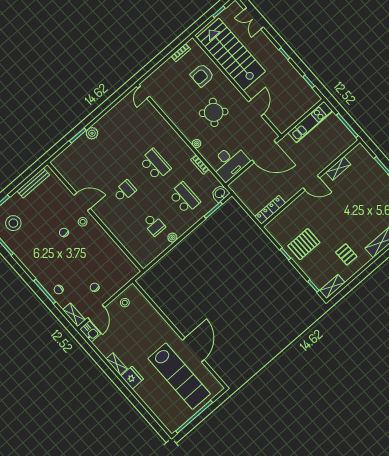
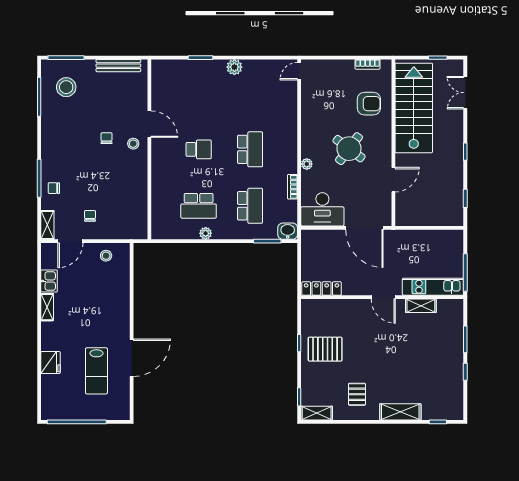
armchair: (202, 75) -> (369, 104), turned 180
kitchen unit: (310, 122) -> (433, 287), moved, turned 180
plant: (92, 133) -> (234, 67), moved
school desk: (154, 225) -> (199, 206), width x1.85
kitchen sink: (90, 331) -> (49, 281), moved
lab bench: (179, 376) -> (96, 371), width x0.54, depth x0.72
fridge: (132, 378) -> (51, 363), moved

